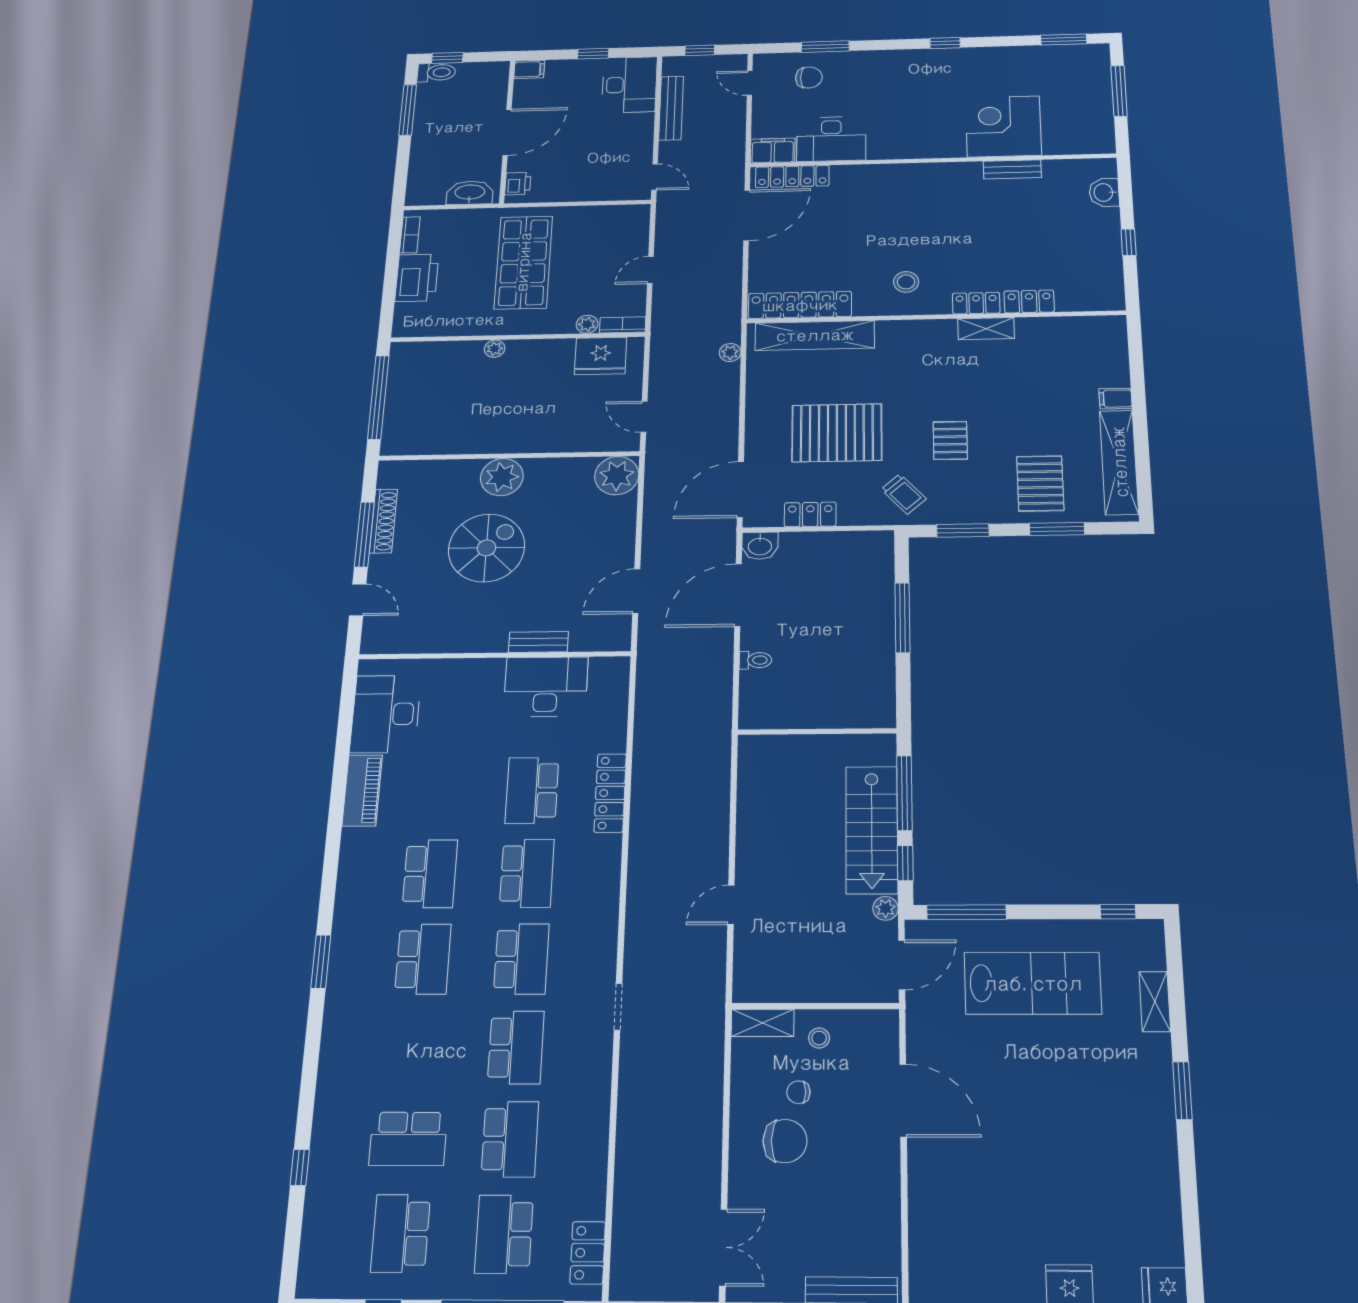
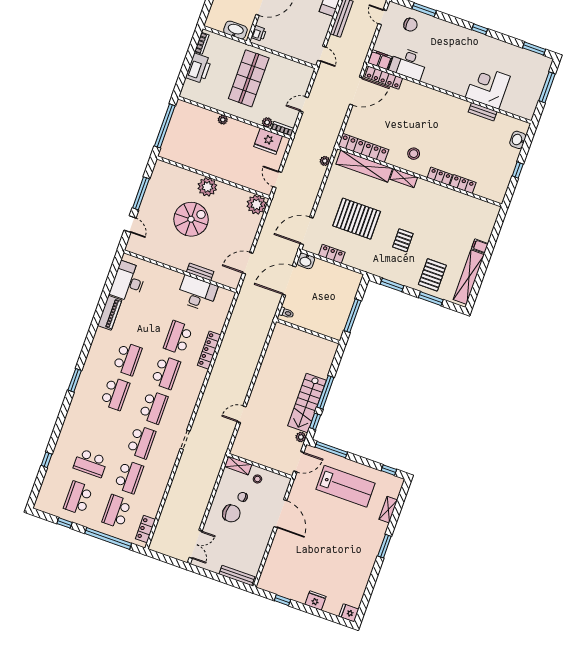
shelving: (986, 329) -> (404, 178), moved
trolley: (904, 494) -> (374, 259), removed
shoe rack: (383, 521) -> (151, 190), removed
wall: (817, 732) -> (308, 331), moved

